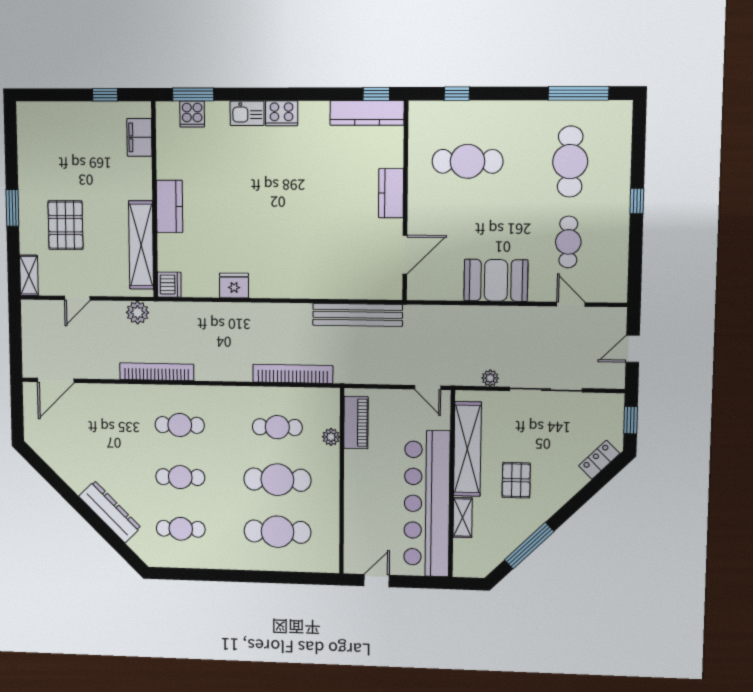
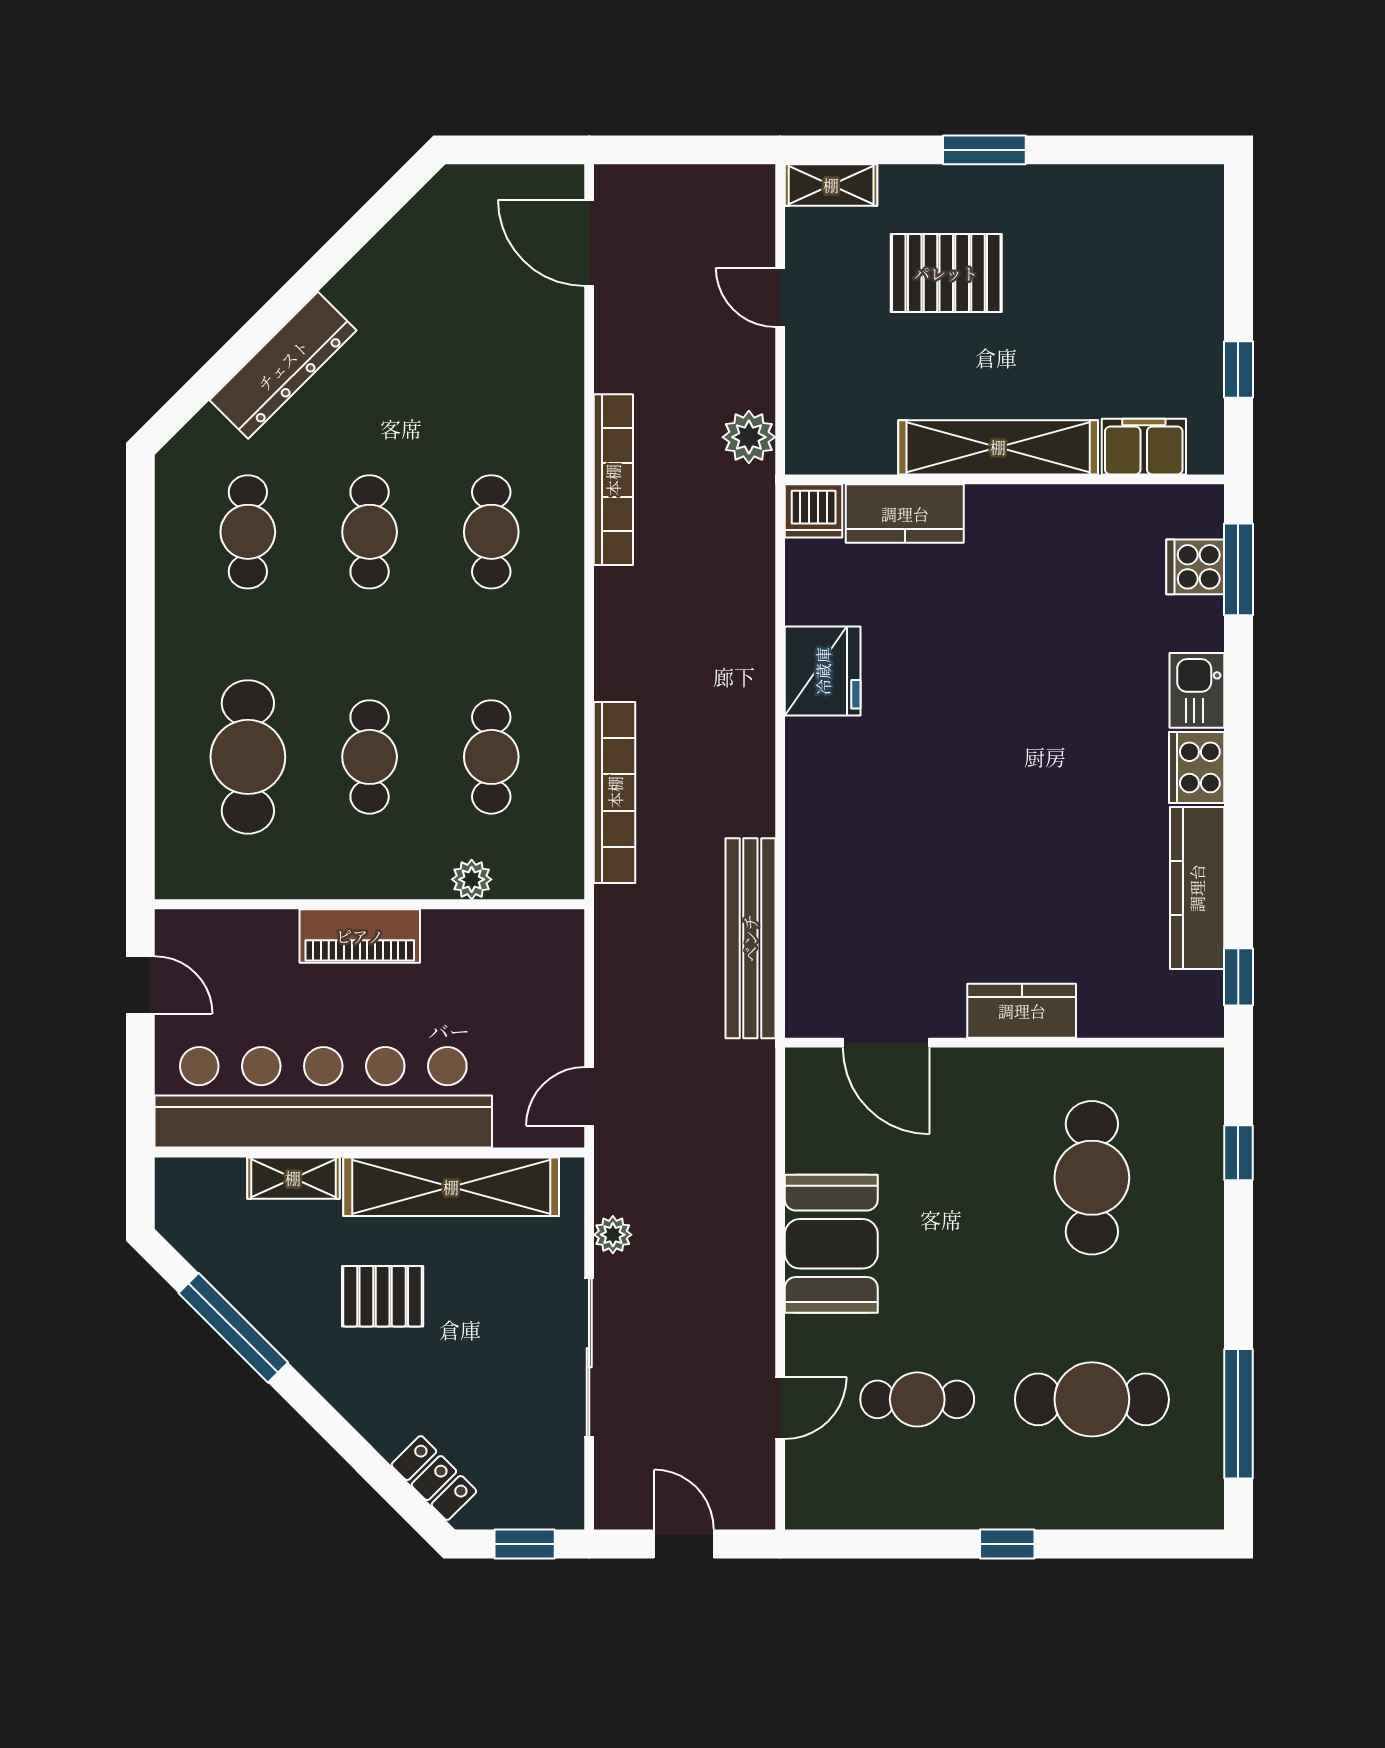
kitchen counter: (367, 113) -> (1197, 888), moved
kitchen counter: (170, 206) -> (905, 514), moved
shelving: (141, 245) -> (998, 447), moved
fridge: (234, 285) -> (823, 671), width x1.36, depth x1.34
piano: (356, 423) -> (360, 936), moved
cafe table: (277, 480) -> (370, 757), width x0.73, depth x0.74

